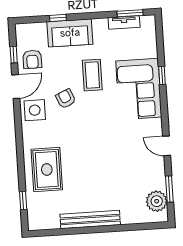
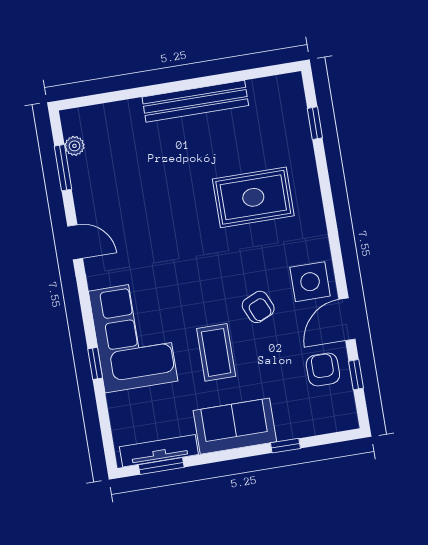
tv unit: (124, 23) -> (159, 451), width x1.41
sofa: (70, 33) -> (235, 426), moved
rug: (47, 169) -> (253, 197), moved, turned 90
plant: (157, 201) -> (74, 146), width x0.53, depth x0.53

